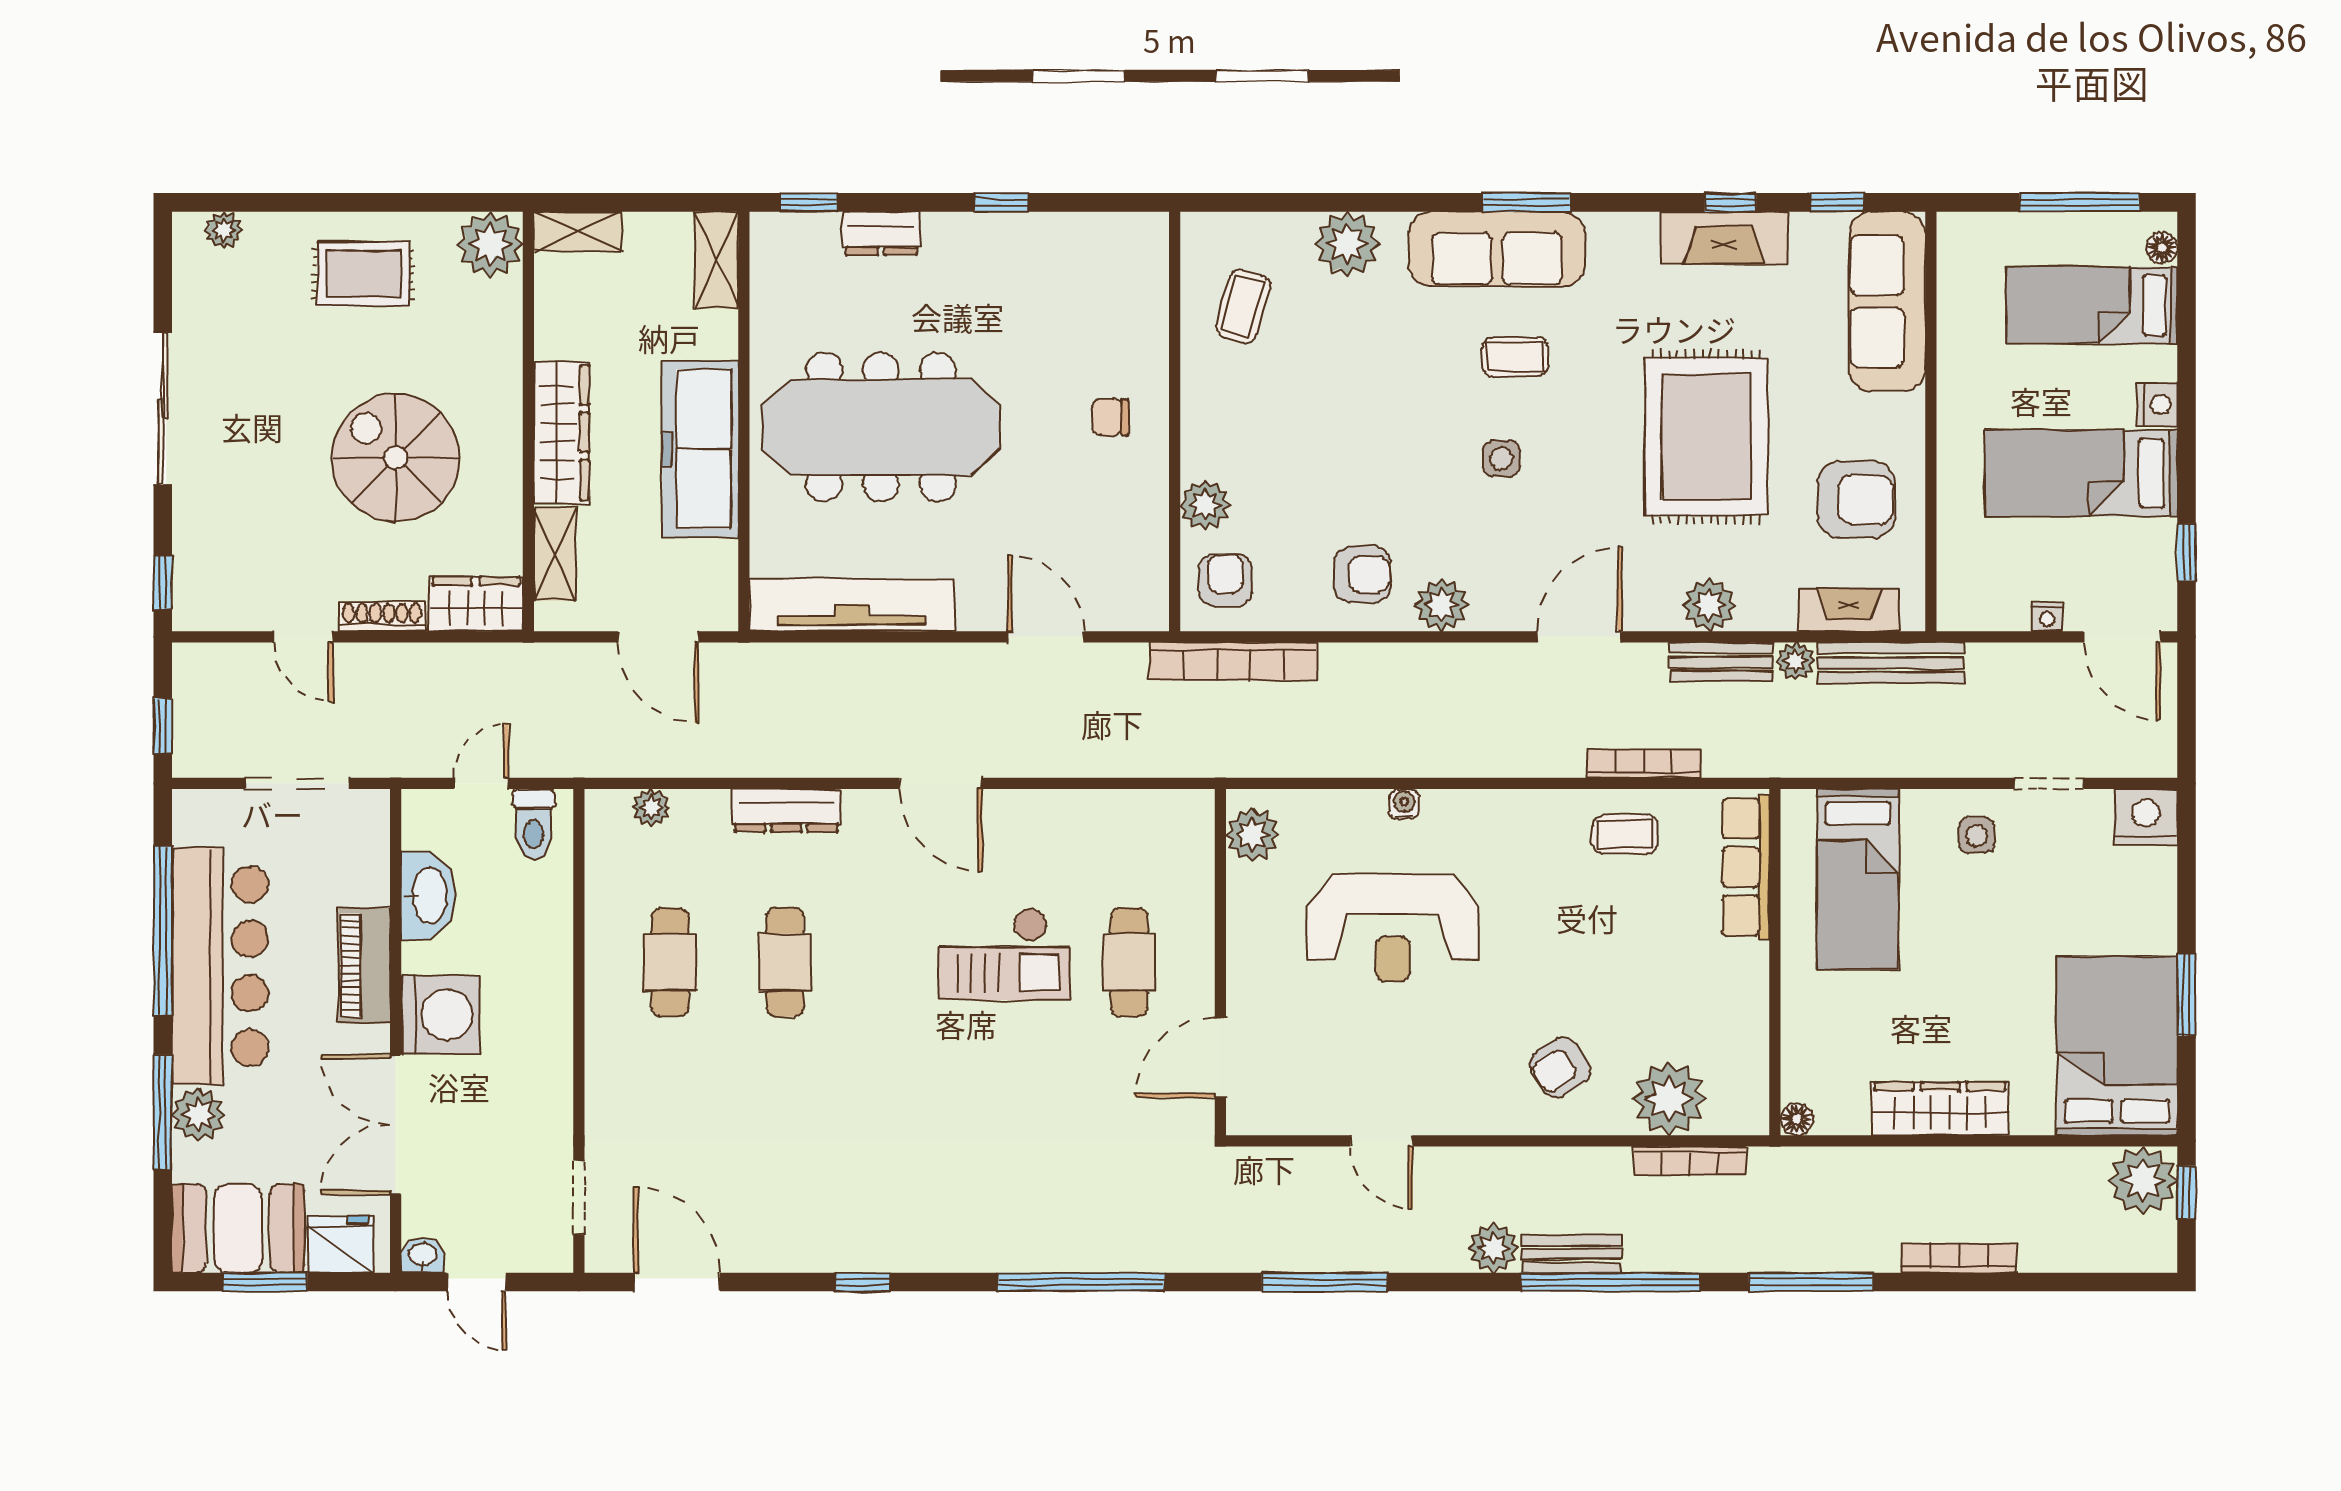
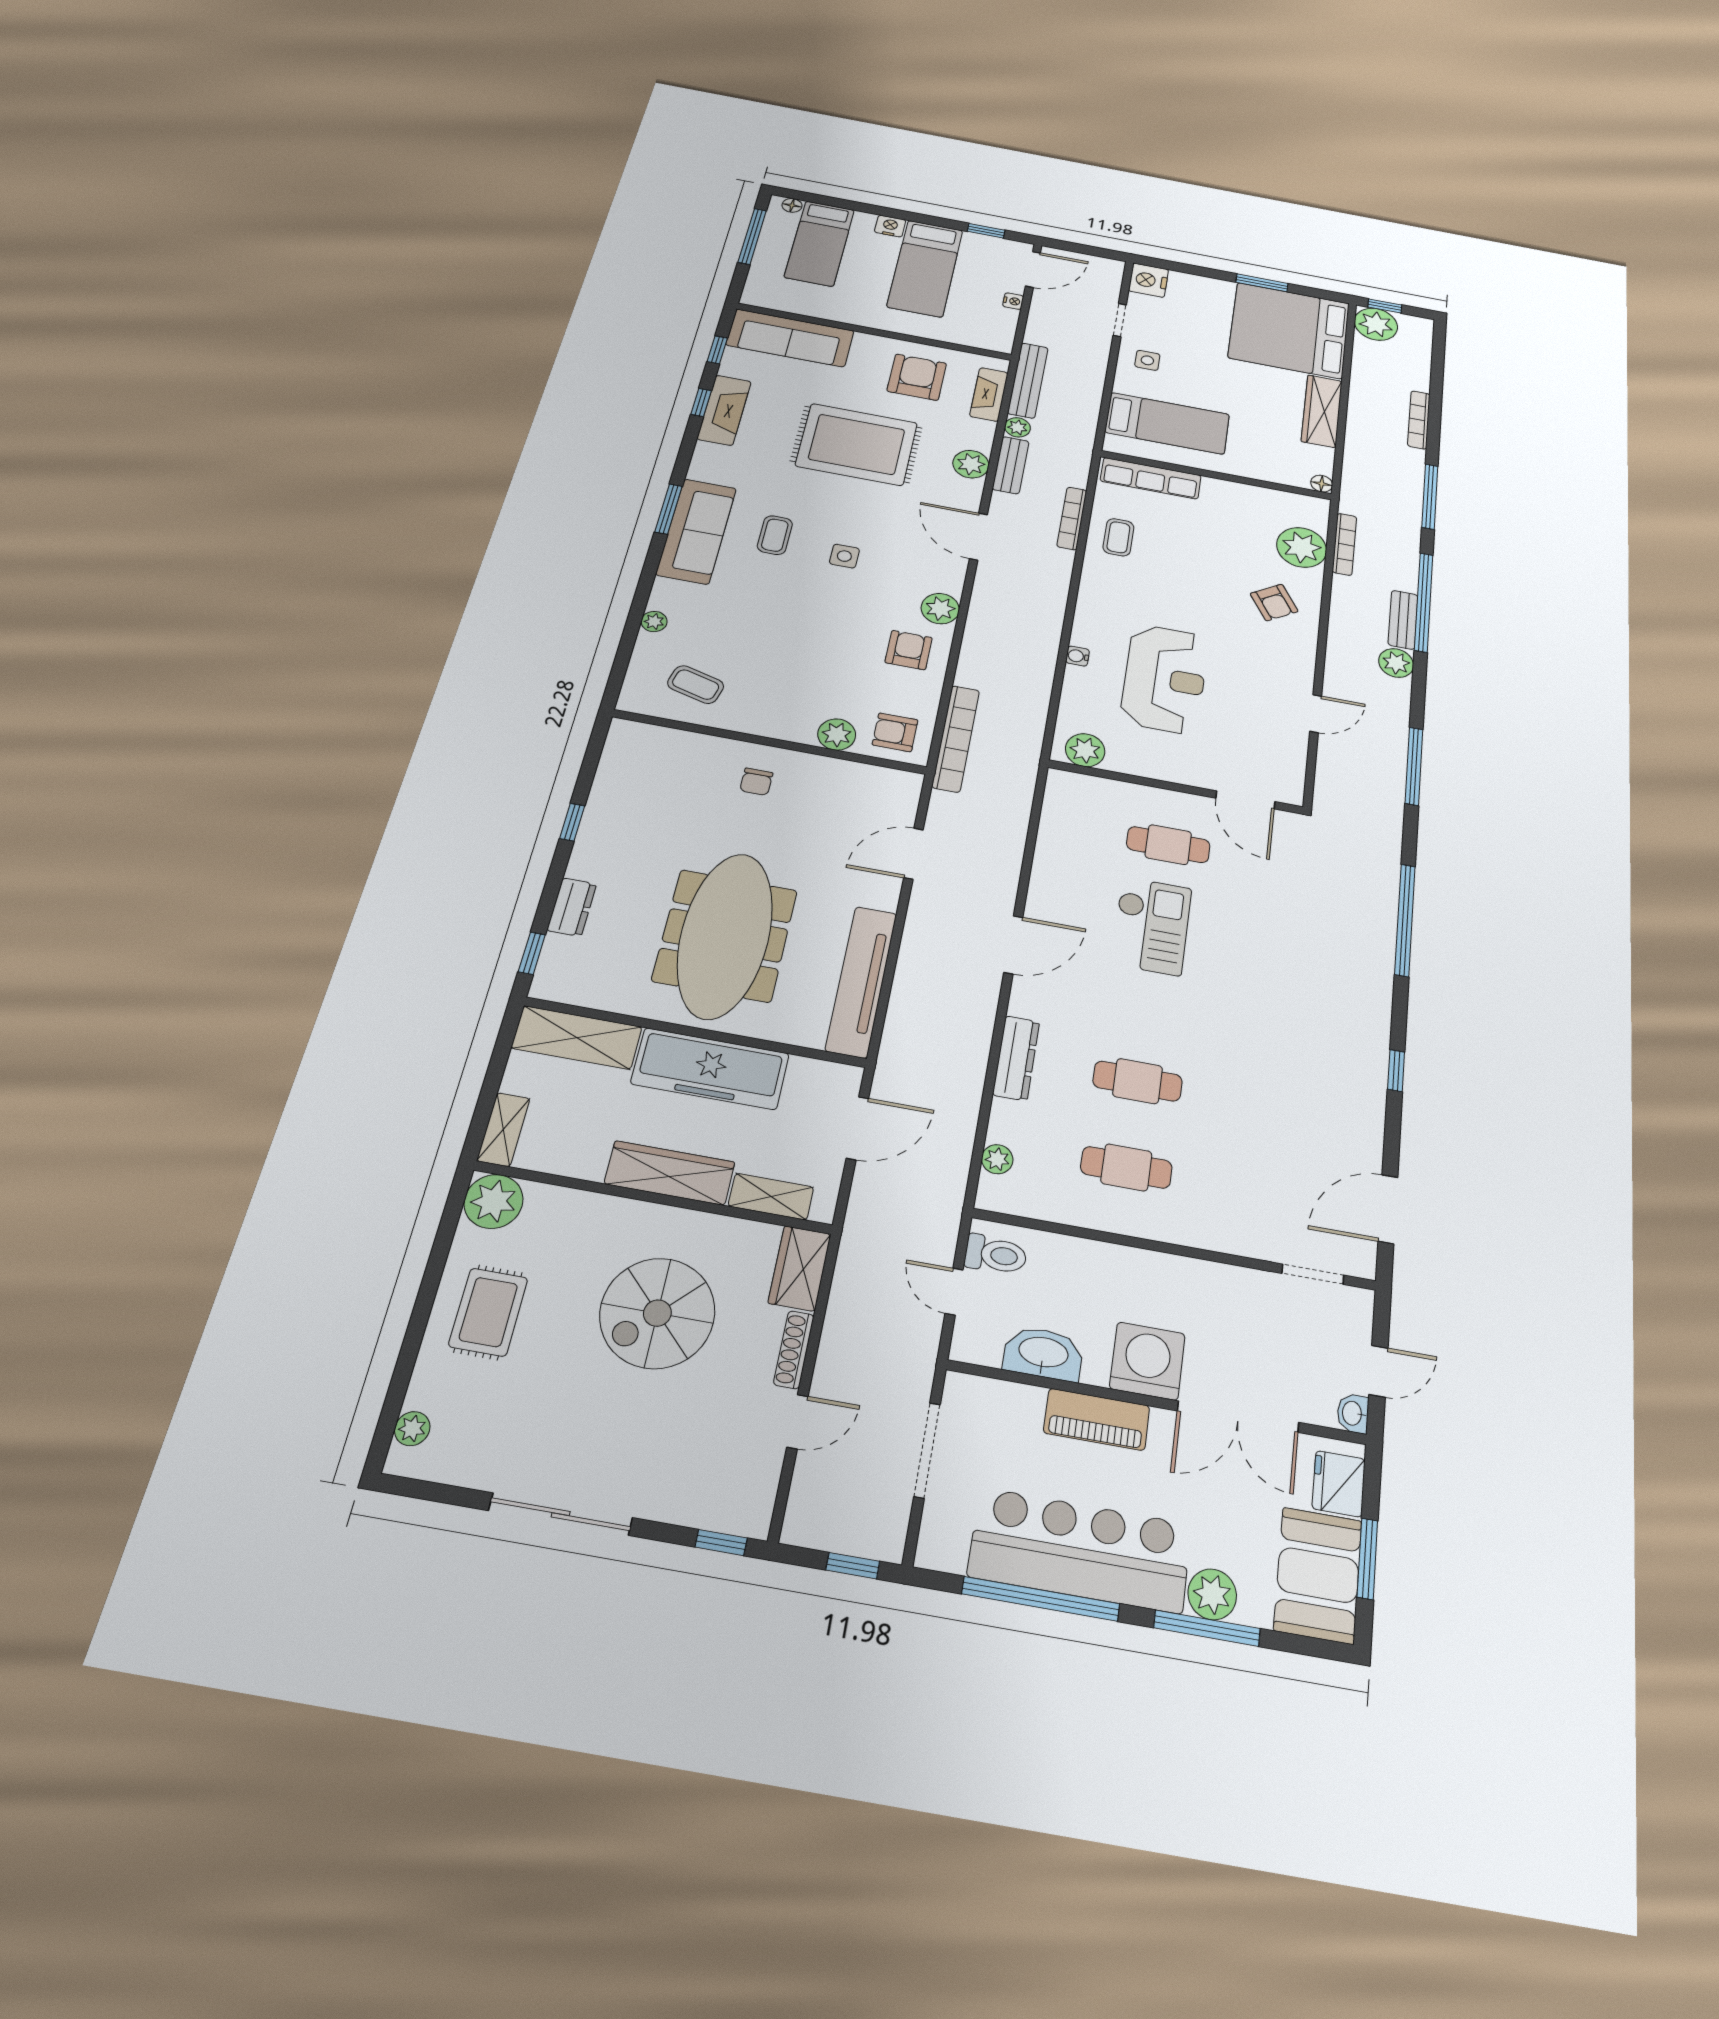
plant: (1347, 244) -> (654, 621), width x0.53, depth x0.53
shelving: (717, 260) -> (577, 1038), width x1.50, depth x1.33
bed: (2117, 1046) -> (1289, 330), width x1.36

